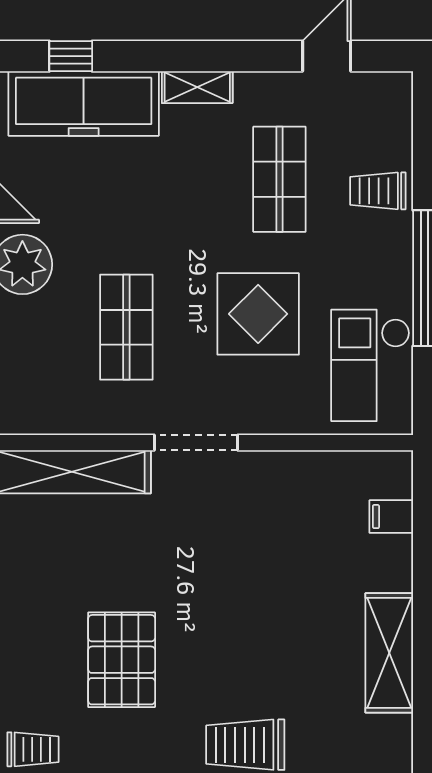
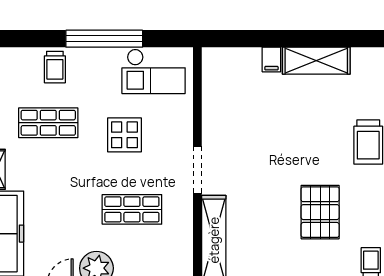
display table: (258, 314) -> (124, 135), width x0.73, depth x0.73
filing cabinet: (391, 517) -> (271, 60), moved
pallet: (122, 660) -> (320, 212), turned 90

